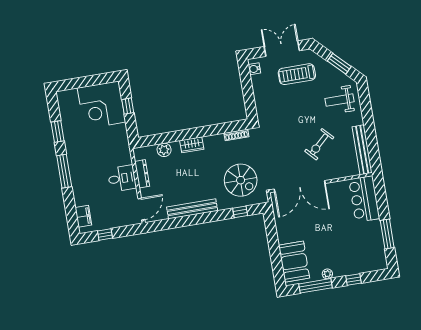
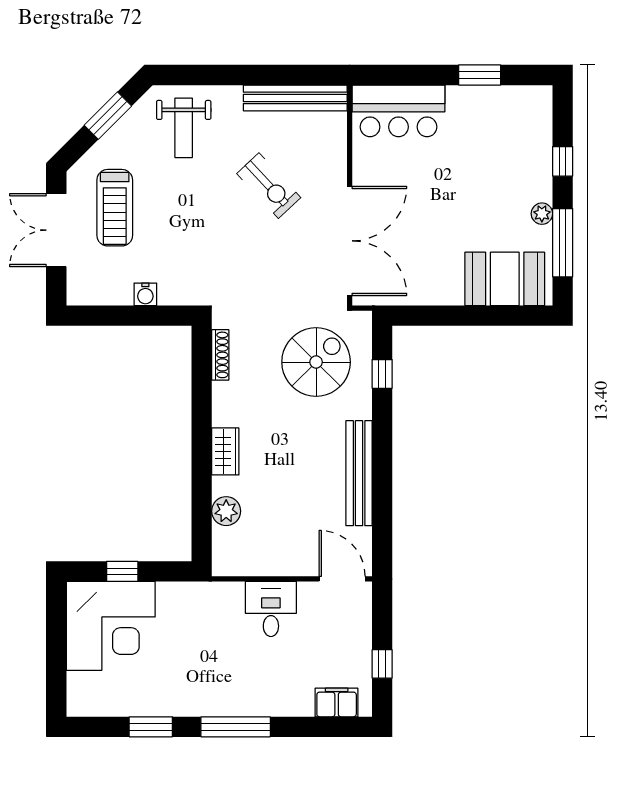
water cooler: (254, 69) -> (145, 294), moved
dresser: (142, 174) -> (269, 565), removed
window: (387, 234) -> (480, 75), width x0.69

